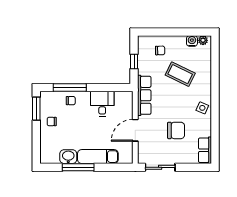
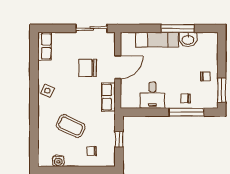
plant: (203, 40) -> (47, 162), removed
row of seats: (144, 95) -> (108, 97), width x0.68
chair: (176, 130) -> (88, 68), moved

